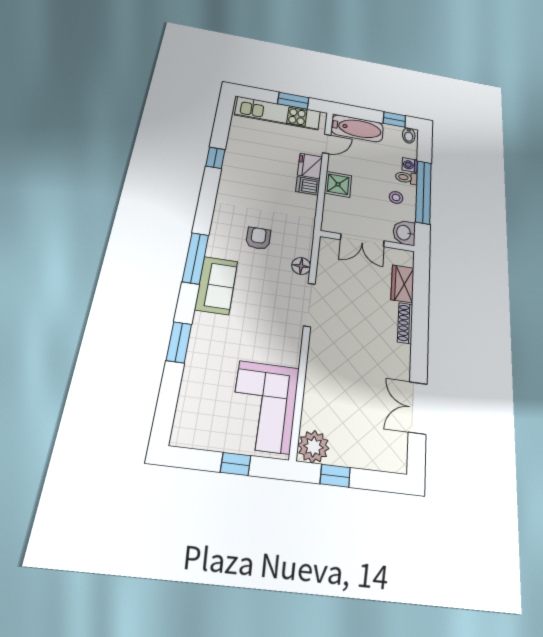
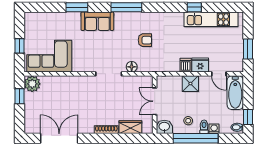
kitchen unit: (278, 113) -> (211, 19), moved, turned -90
sofa: (216, 285) -> (97, 21), moved
double door: (418, 408) -> (59, 138), width x1.37

